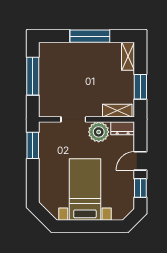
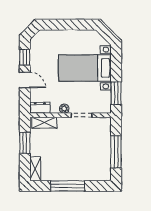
plant: (99, 132) -> (64, 109), width x0.53, depth x0.53
door: (140, 161) -> (25, 80), hinge flipped
bed with nightstands: (85, 189) -> (85, 68), moved, turned 90

